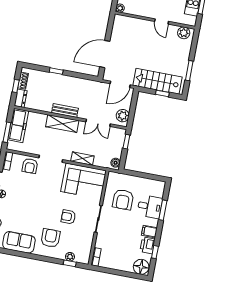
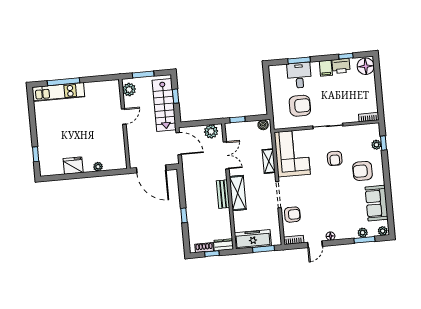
wall: (155, 20) -> (124, 124), moved
door: (162, 21) -> (124, 116), moved
plant: (184, 33) -> (129, 90), moved

